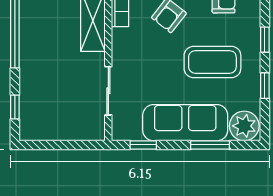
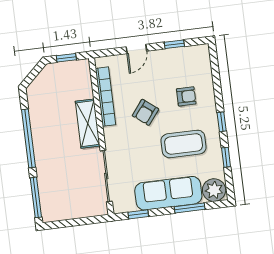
sliding door: (108, 91) -> (106, 176), width x1.37
window: (15, 107) -> (36, 197), width x2.17

